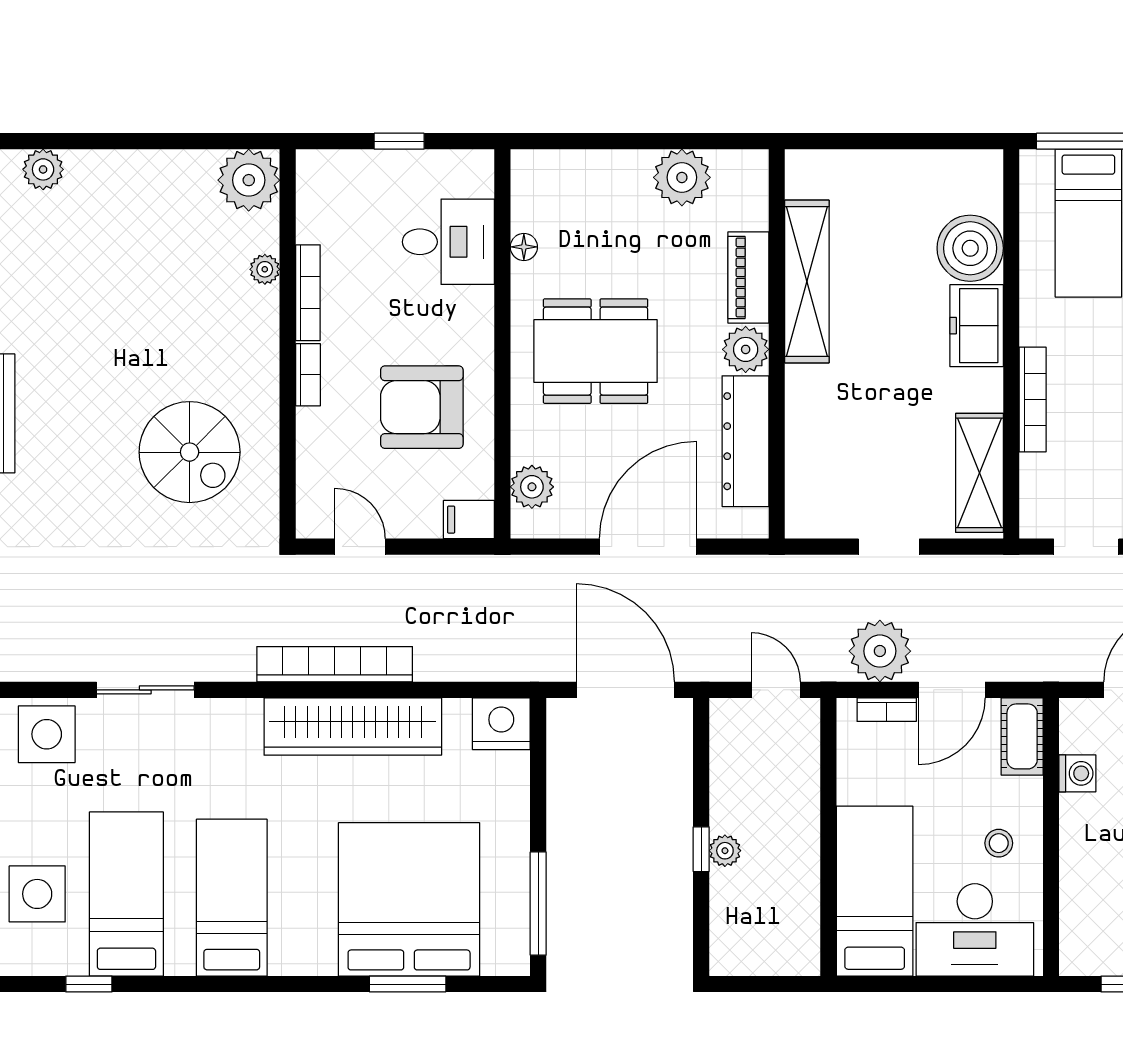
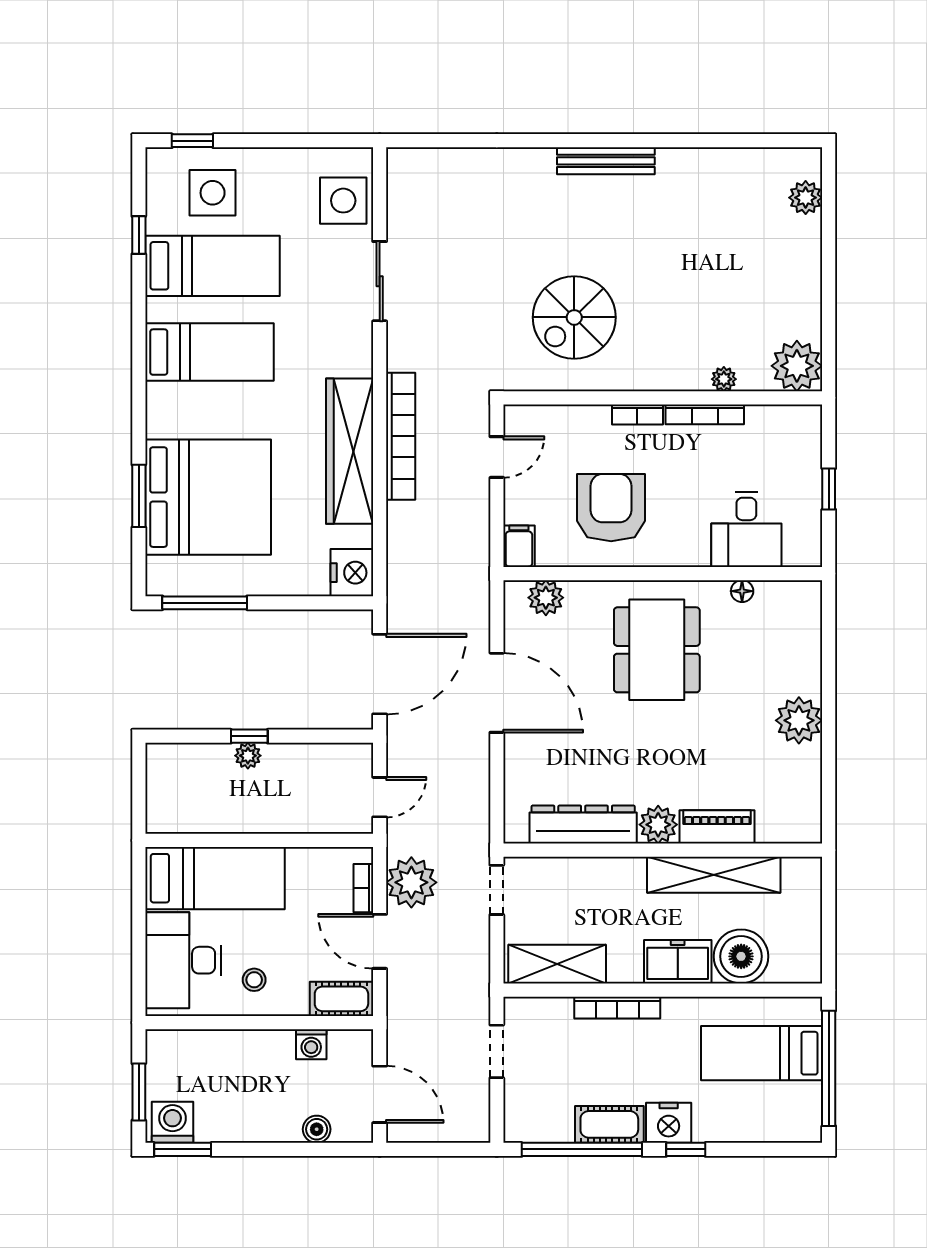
piano: (748, 277) -> (717, 827), moved
shelving: (807, 281) -> (714, 875), moved
wall: (777, 344) -> (663, 850), moved
plant: (746, 349) -> (658, 825), moved
dresser: (745, 441) -> (583, 825), moved

